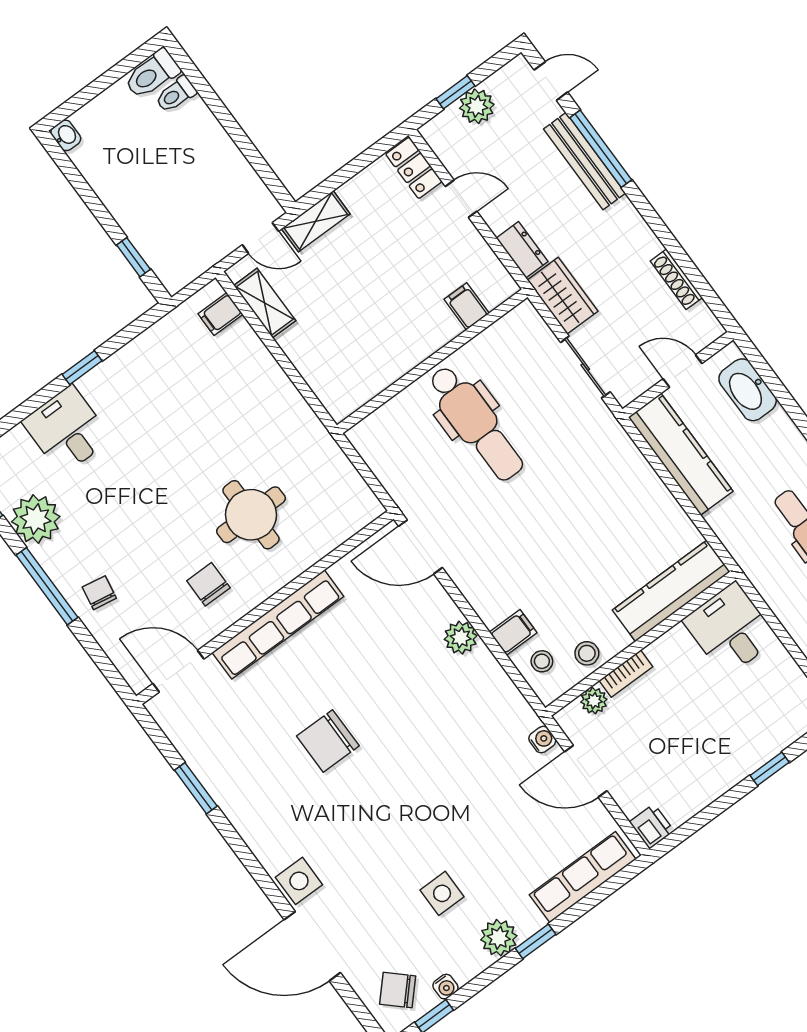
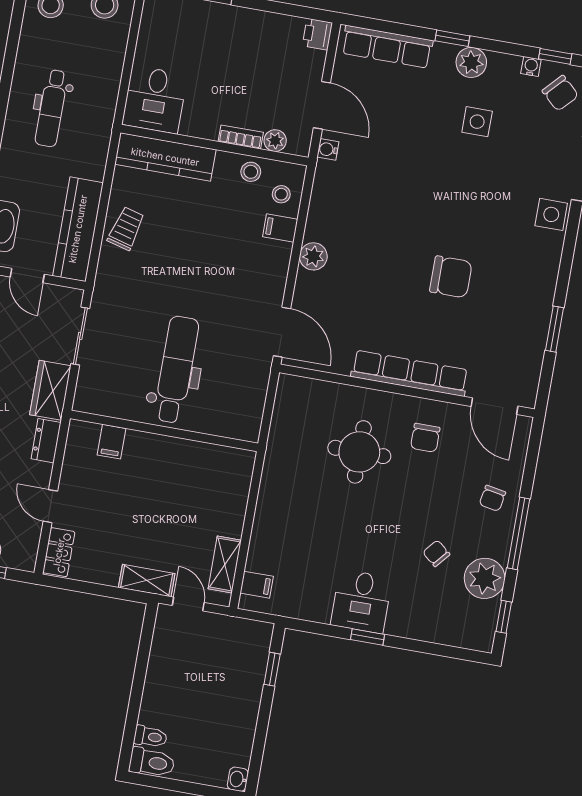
desk: (67, 430) -> (361, 601), moved
trolley: (641, 497) -> (126, 229), added
chair: (98, 498) -> (436, 553), added

